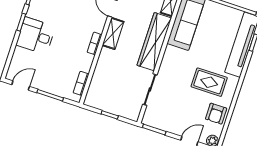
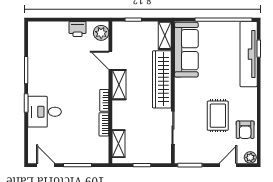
rug: (209, 82) -> (218, 116), moved, turned 90
bookcase: (81, 83) -> (104, 124), moved
door: (21, 86) -> (46, 165), hinge flipped
shelving: (95, 88) -> (118, 144), added

